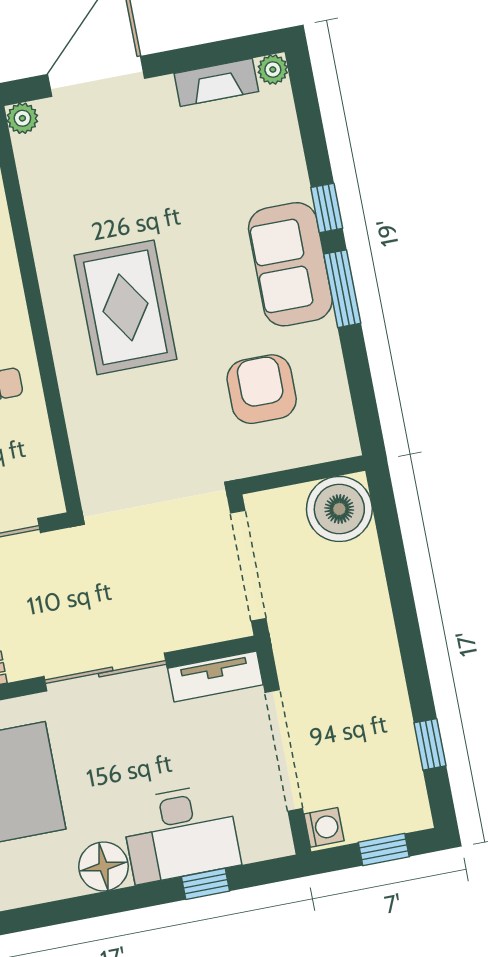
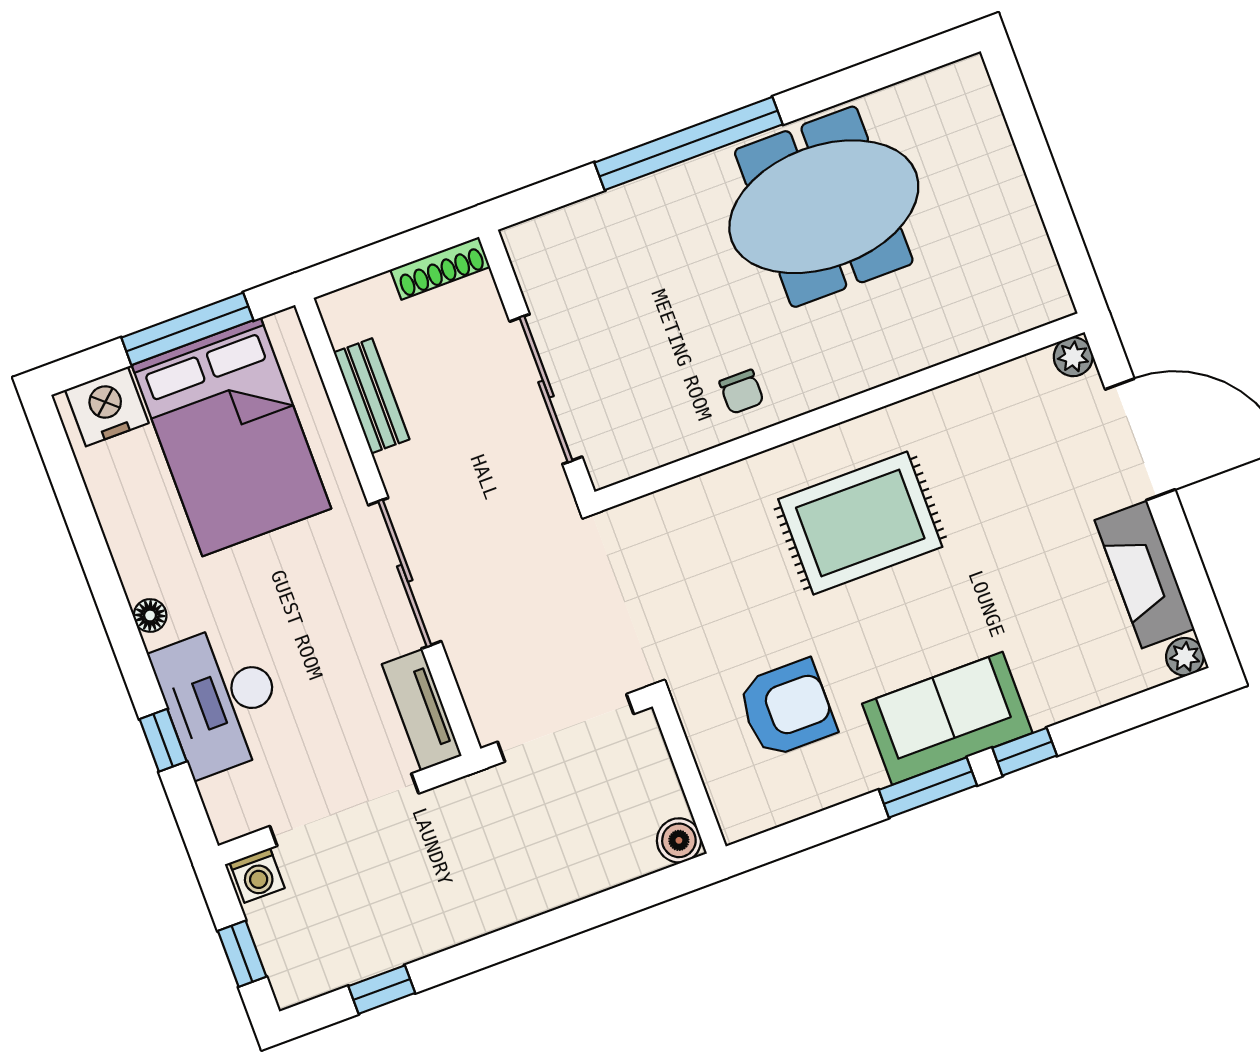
fireplace: (216, 82) -> (1144, 575), width x1.37, depth x1.32
boiler: (339, 509) -> (679, 840), width x0.54, depth x0.54
floor lamp: (104, 866) -> (150, 615), width x0.53, depth x0.53

